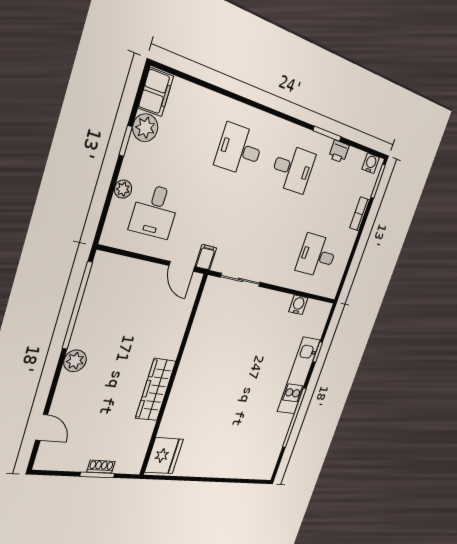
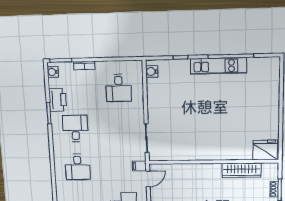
printer: (339, 151) -> (58, 100), width x1.87, depth x1.48
water cooler: (298, 305) -> (152, 71), moved
kitchen unit: (299, 376) -> (219, 66), moved
wardrobe: (156, 390) -> (242, 170), moved

